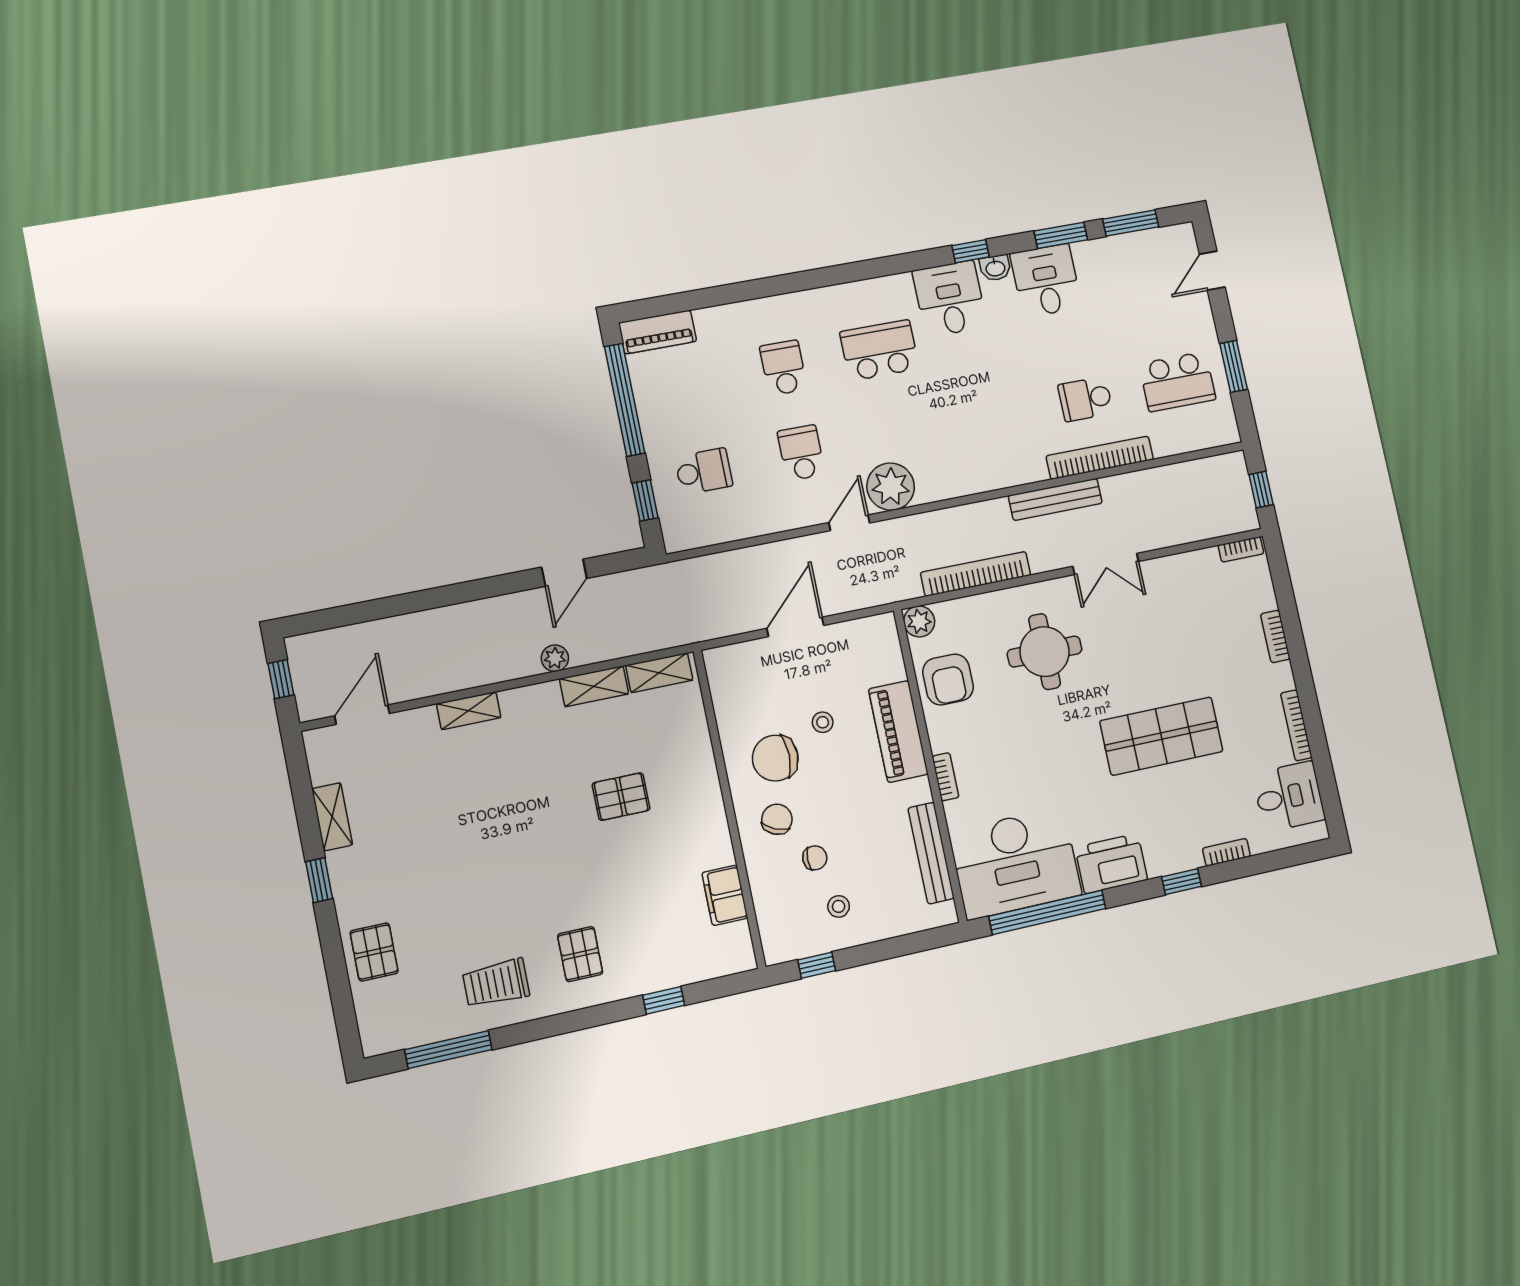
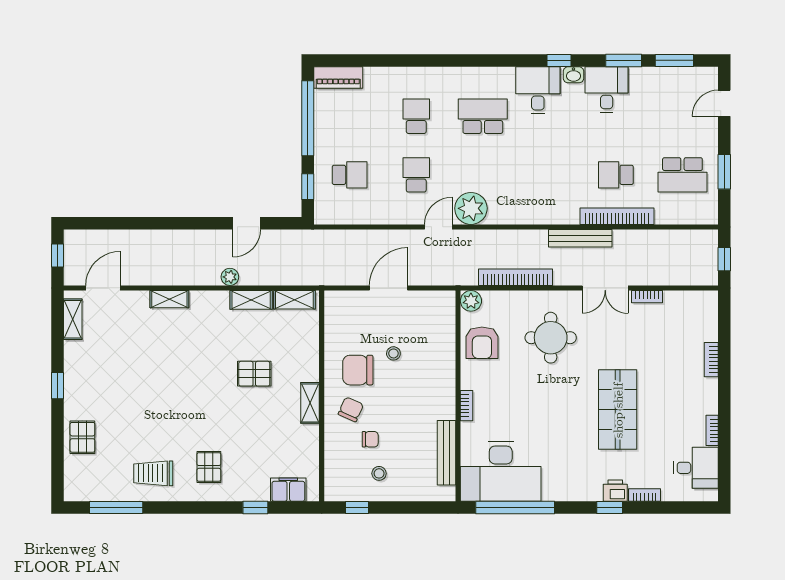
bookcase: (1241, 549) -> (647, 297), moved
bookcase: (1296, 725) -> (712, 430), width x0.64
piano: (898, 732) -> (442, 370), removed
shop shelf: (1161, 736) -> (618, 410), turned 90
shelving: (332, 817) -> (73, 319), moved
shelving: (714, 823) -> (310, 403), added
printer: (1111, 864) -> (615, 491), moved, width x0.53, depth x0.68
filing cabinet: (725, 895) -> (288, 490), moved, turned 90

